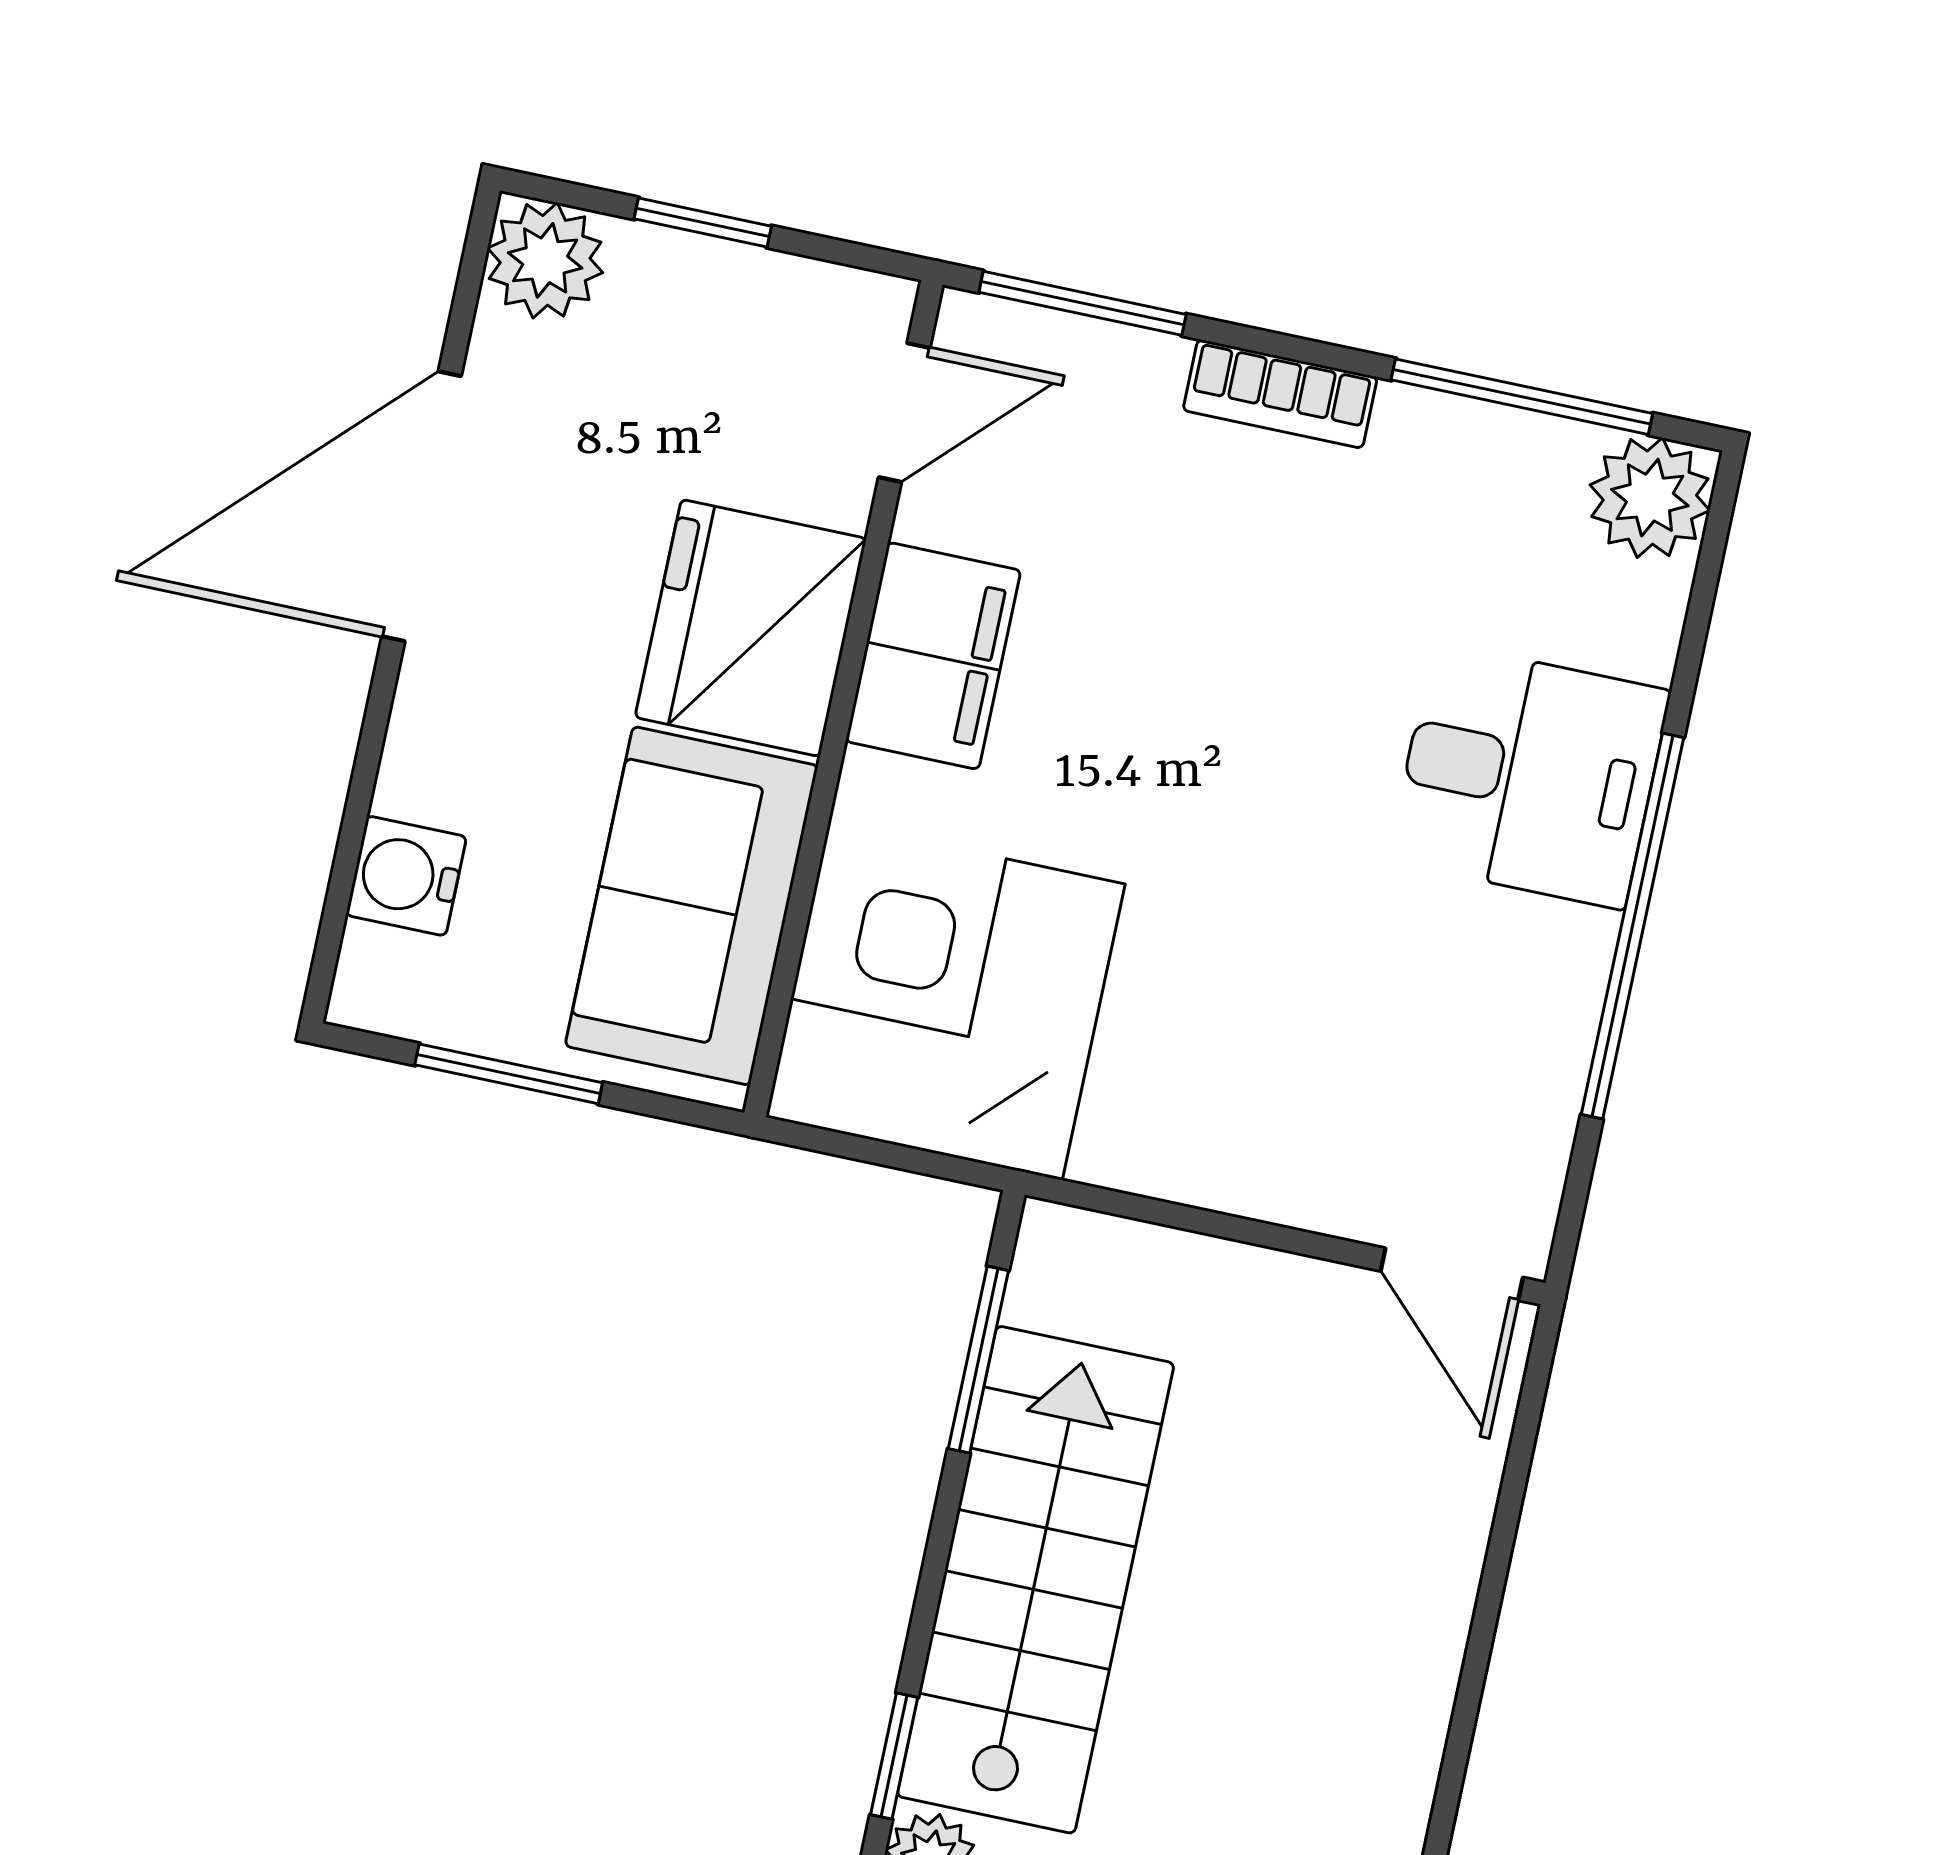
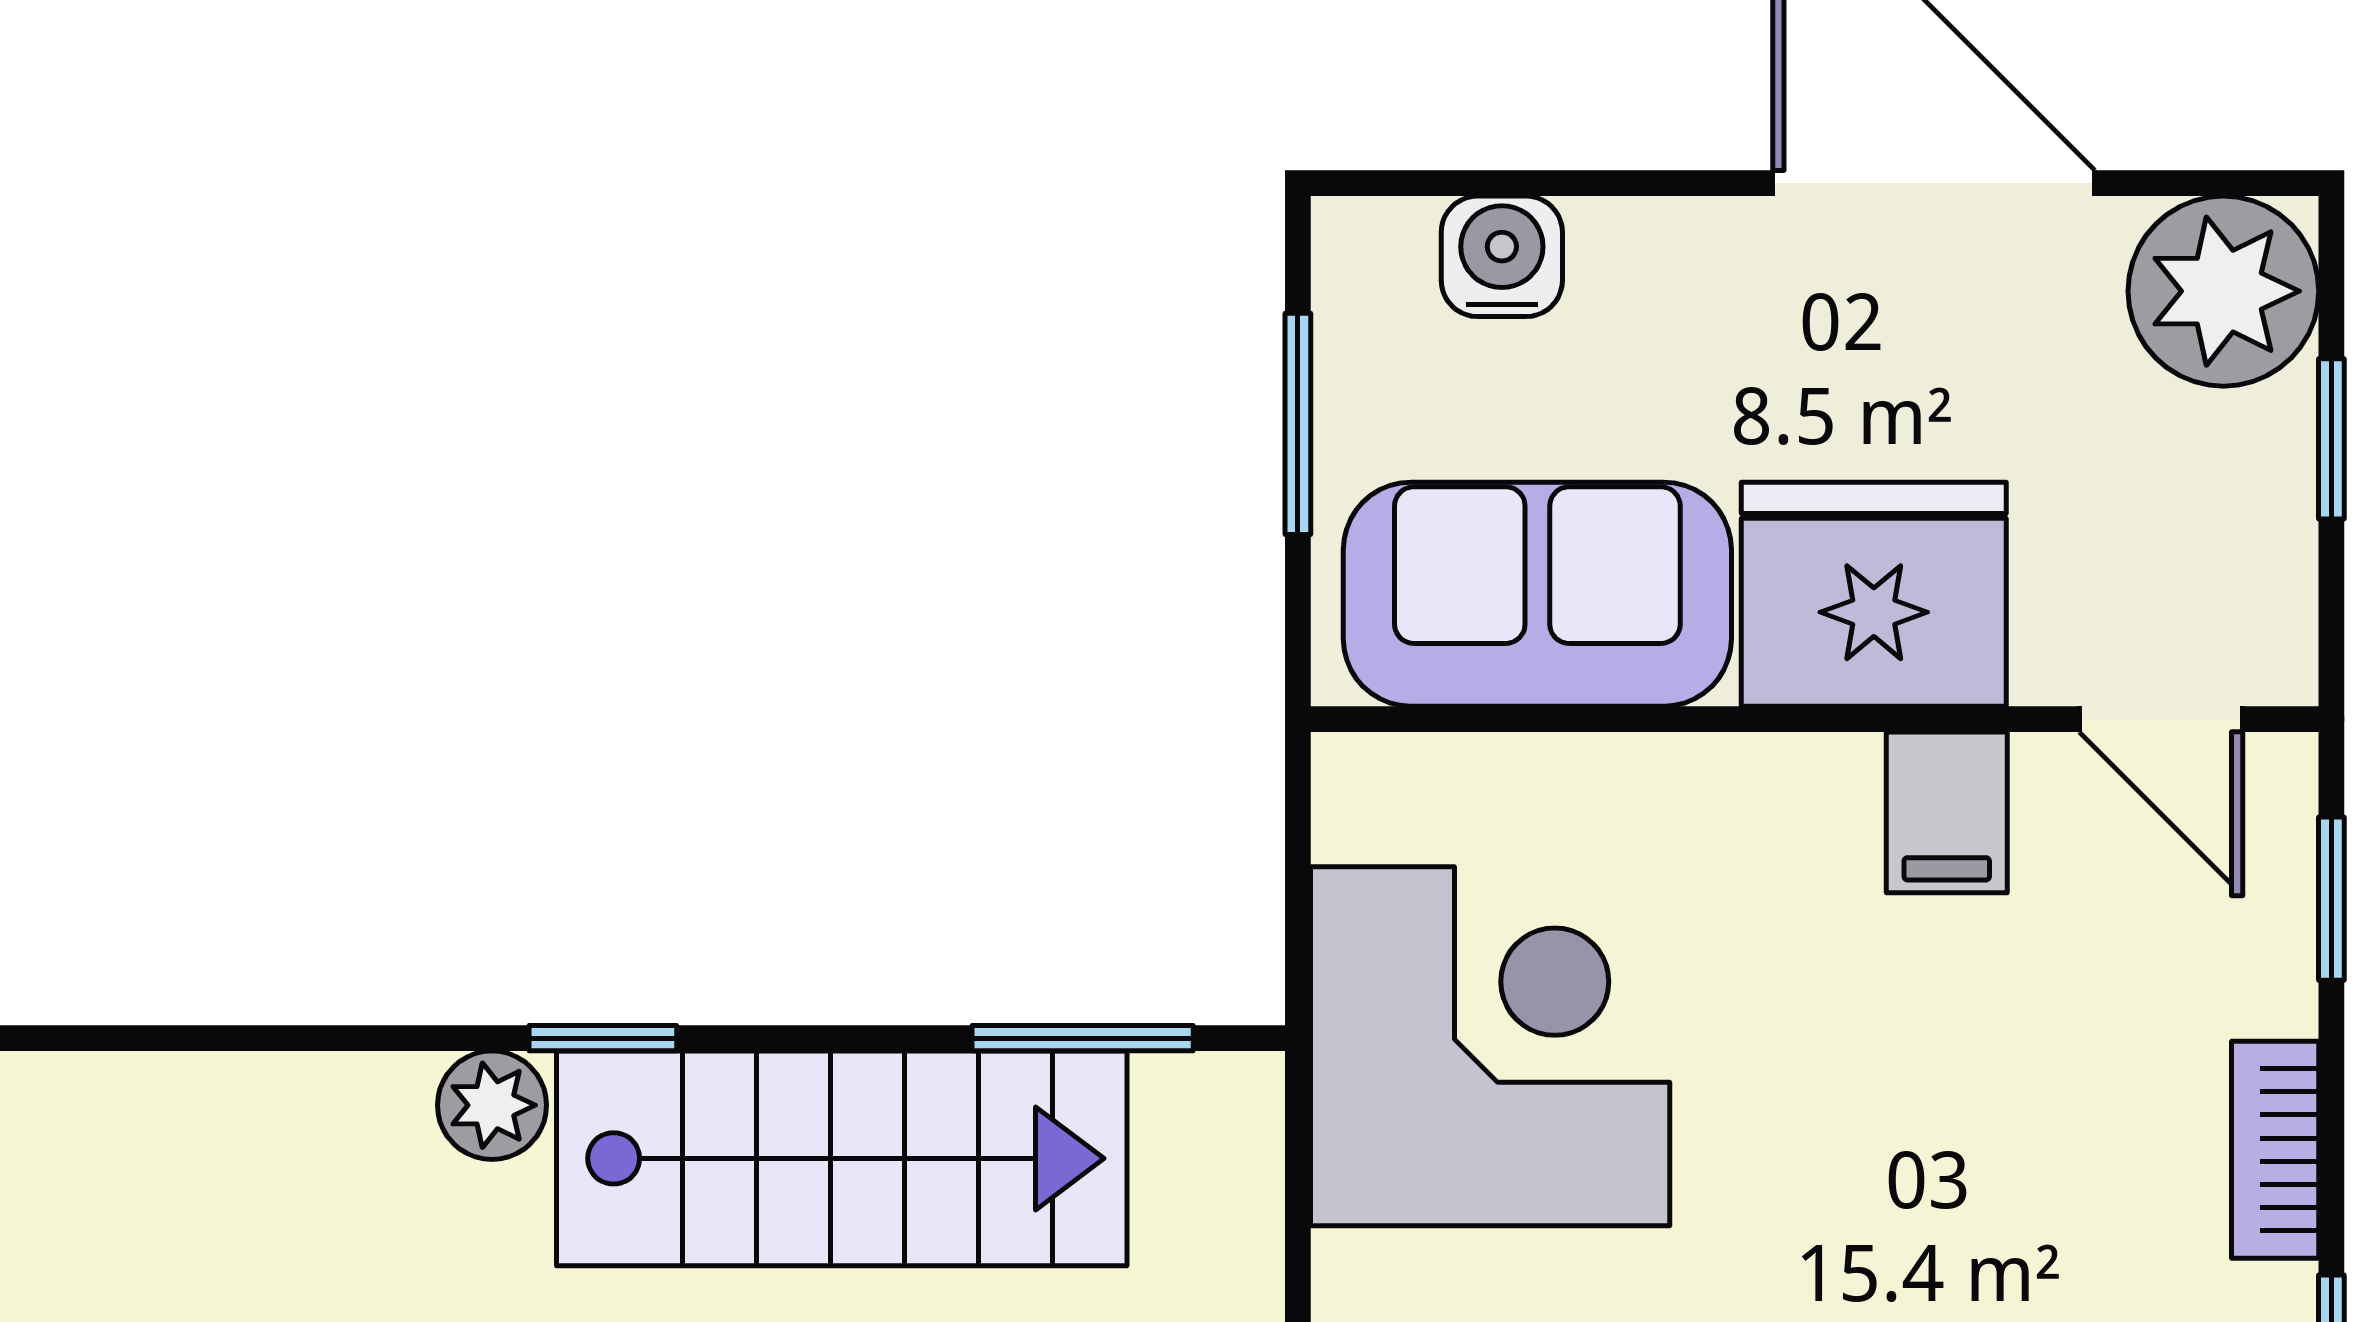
plant: (545, 260) -> (2223, 291), width x1.36, depth x1.36
window: (1083, 303) -> (2331, 899), width x0.67
filing cabinet: (933, 656) -> (1947, 812), width x0.50
corner desk: (945, 1001) -> (1490, 1046), moved

